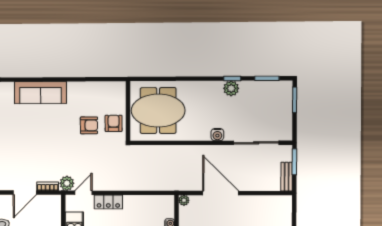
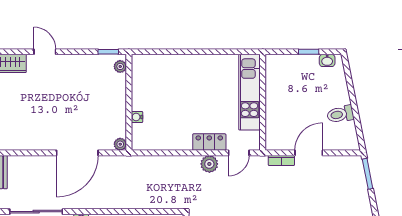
plant: (67, 183) -> (209, 164), moved
door: (221, 193) -> (77, 153), hinge flipped

